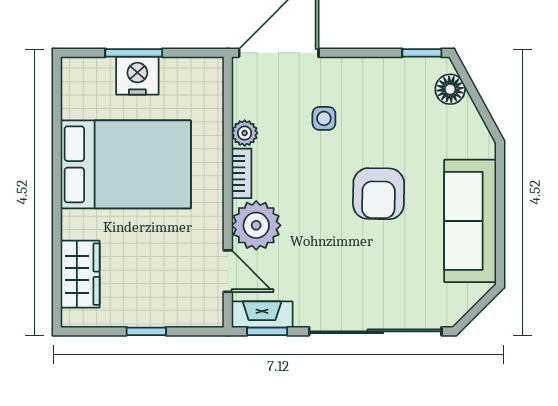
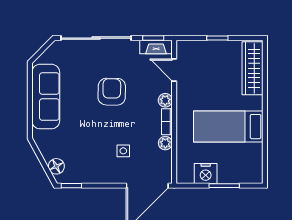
nightstand: (137, 76) -> (206, 174), moved
bed: (126, 164) -> (228, 127), width x0.67
armchair: (379, 194) -> (112, 92), moved
plant: (256, 225) -> (165, 100), width x0.53, depth x0.53
wardrobe: (80, 274) -> (253, 68), width x1.50

